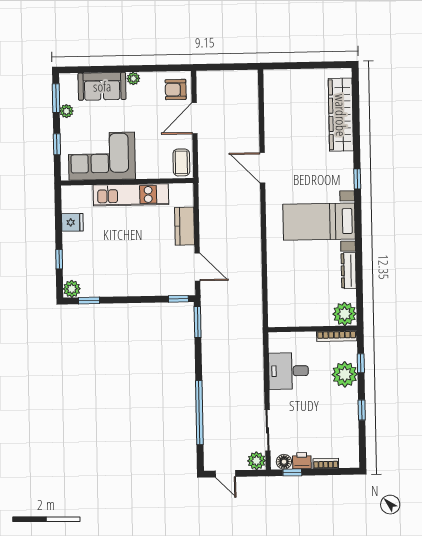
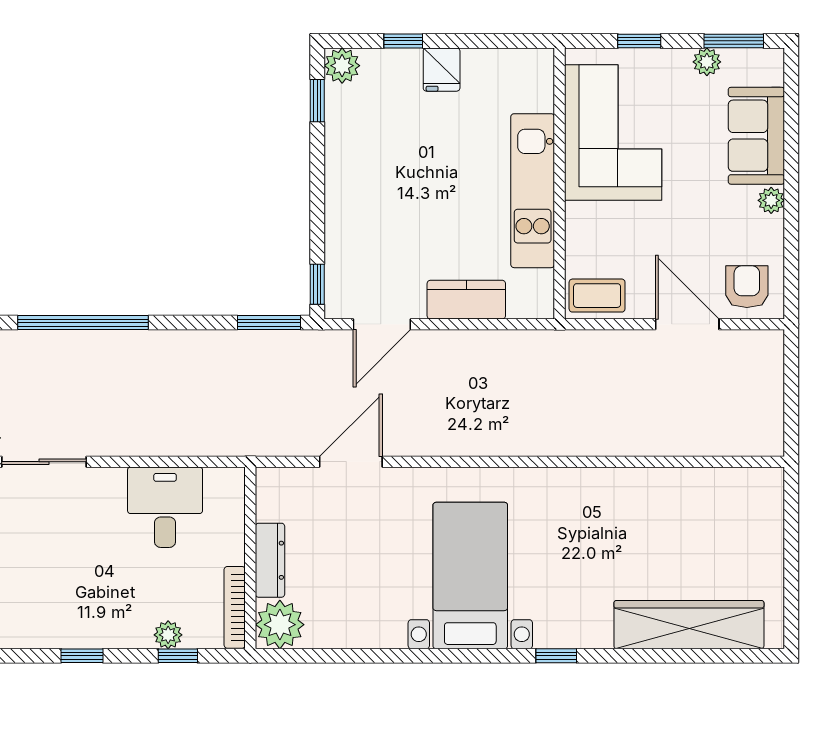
door: (262, 168) -> (351, 462), moved
fridge: (72, 222) -> (442, 70), moved
dresser: (349, 271) -> (270, 560), moved, turned 90
plant: (345, 374) -> (168, 635), width x0.53, depth x0.53

